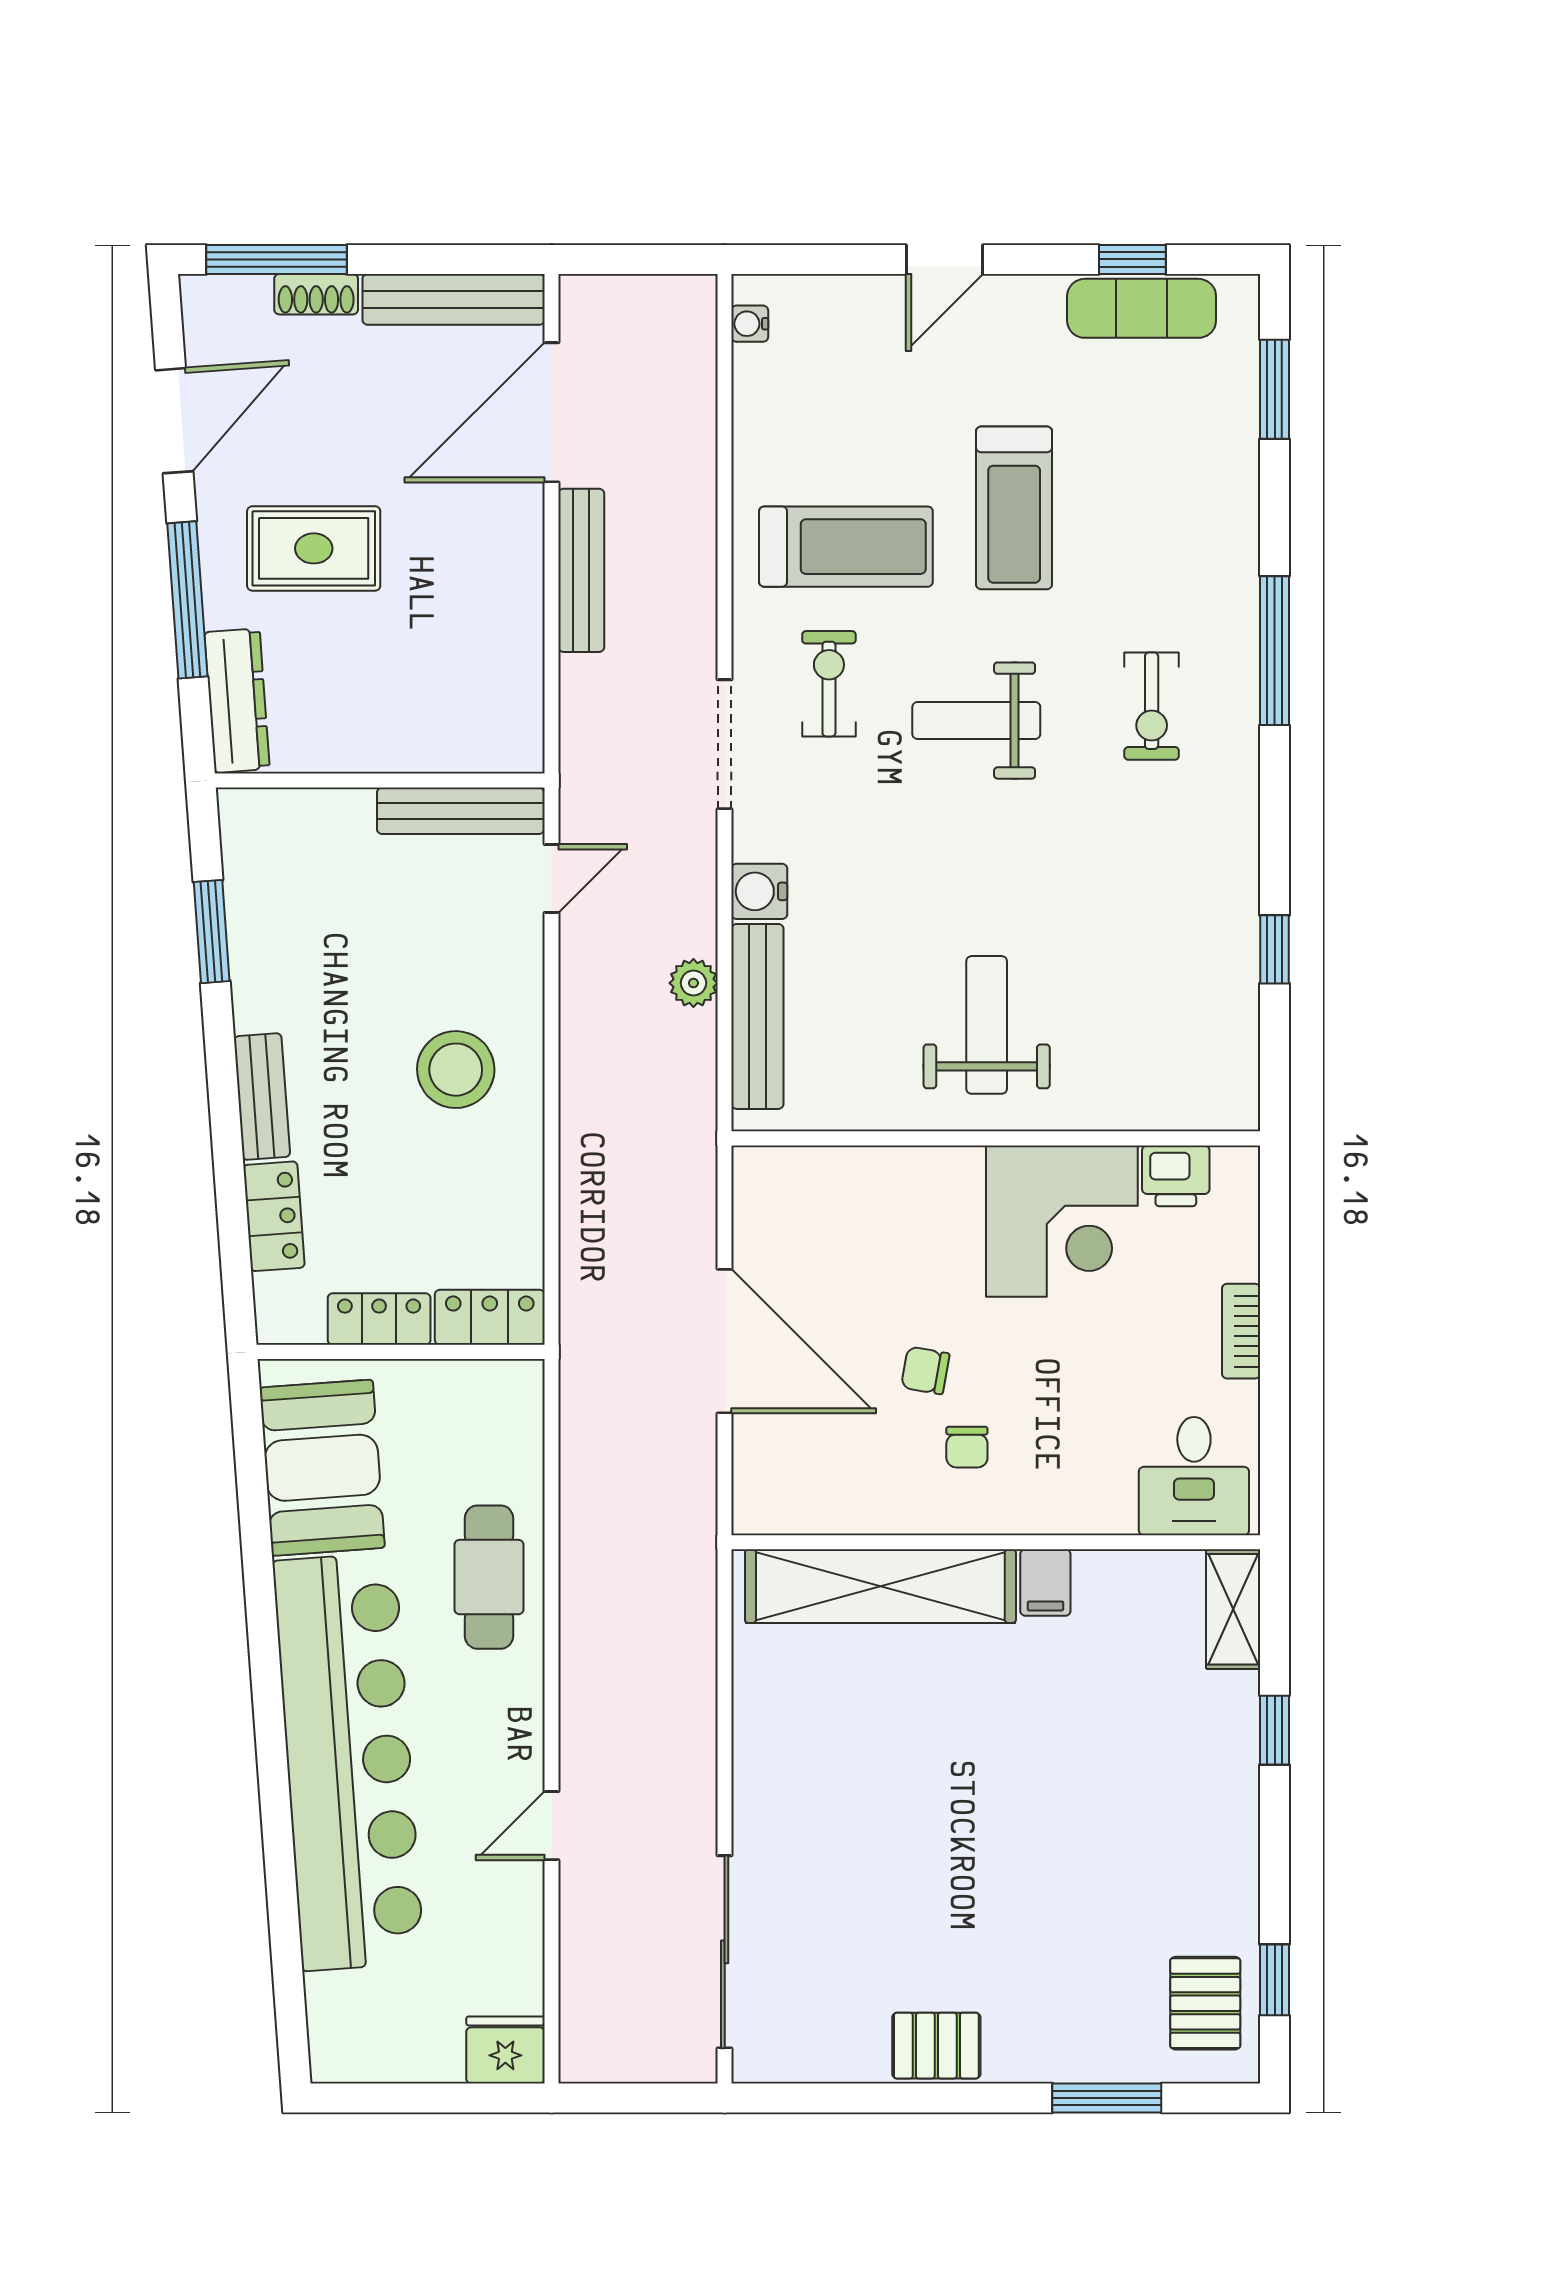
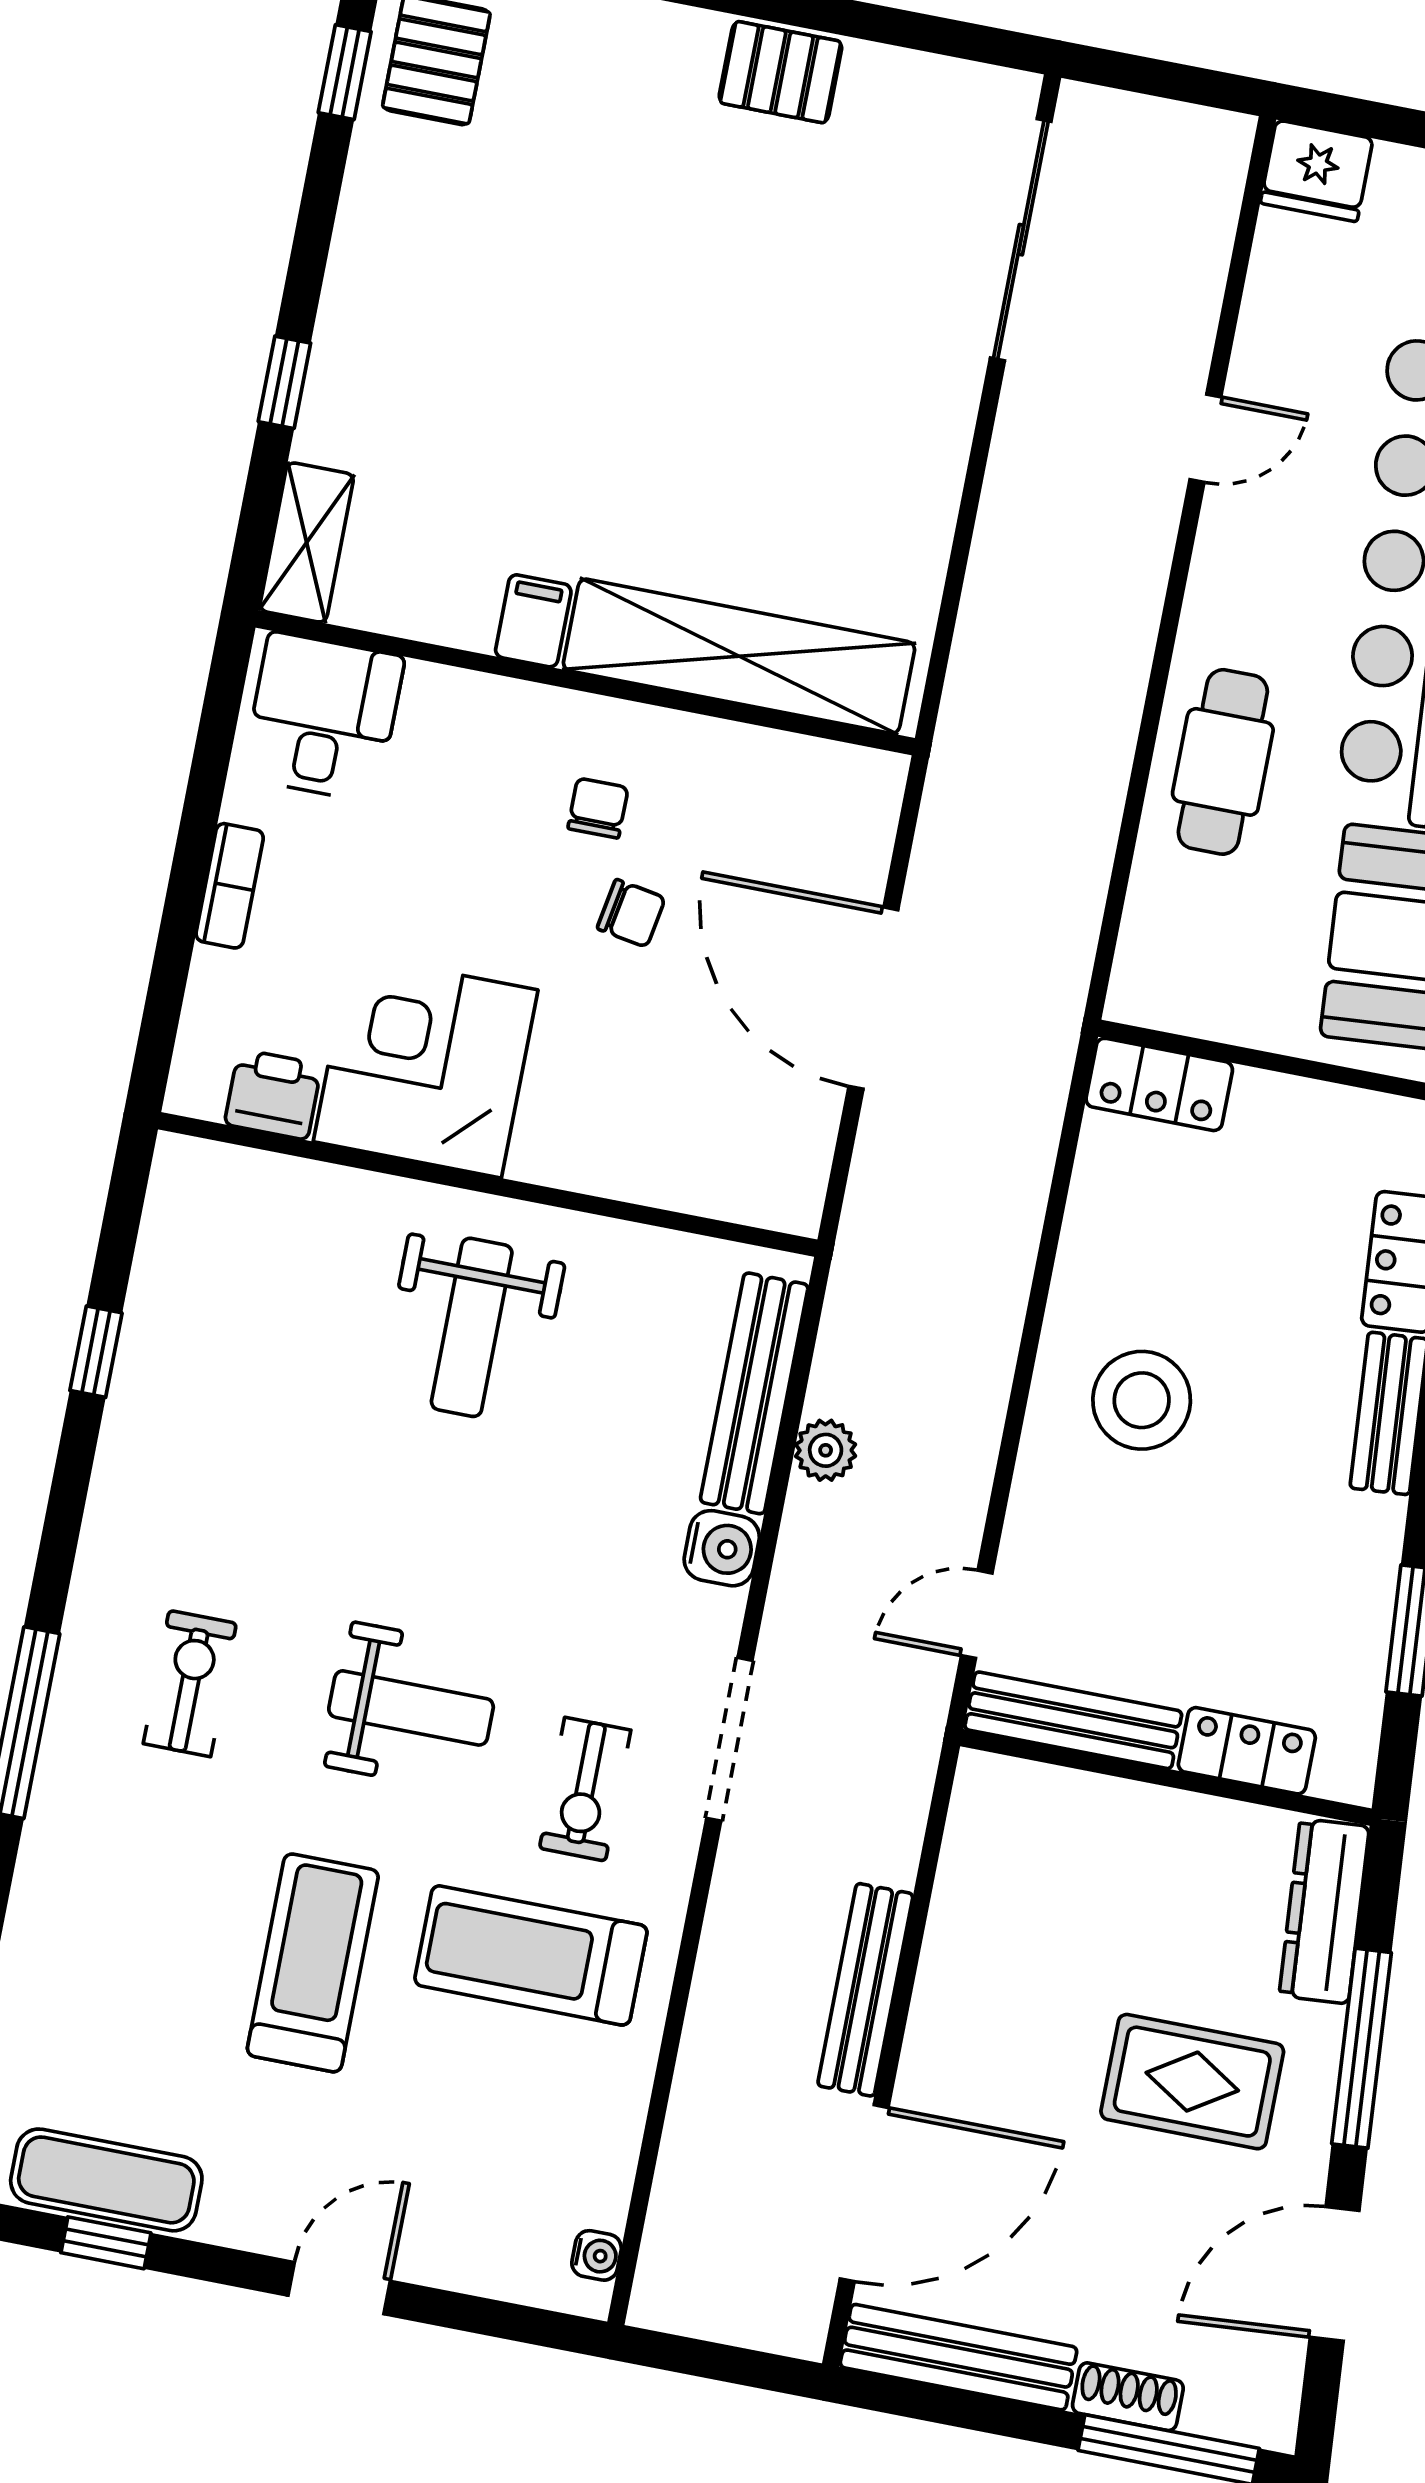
locker: (379, 1319) -> (1247, 1751), moved, turned 180

